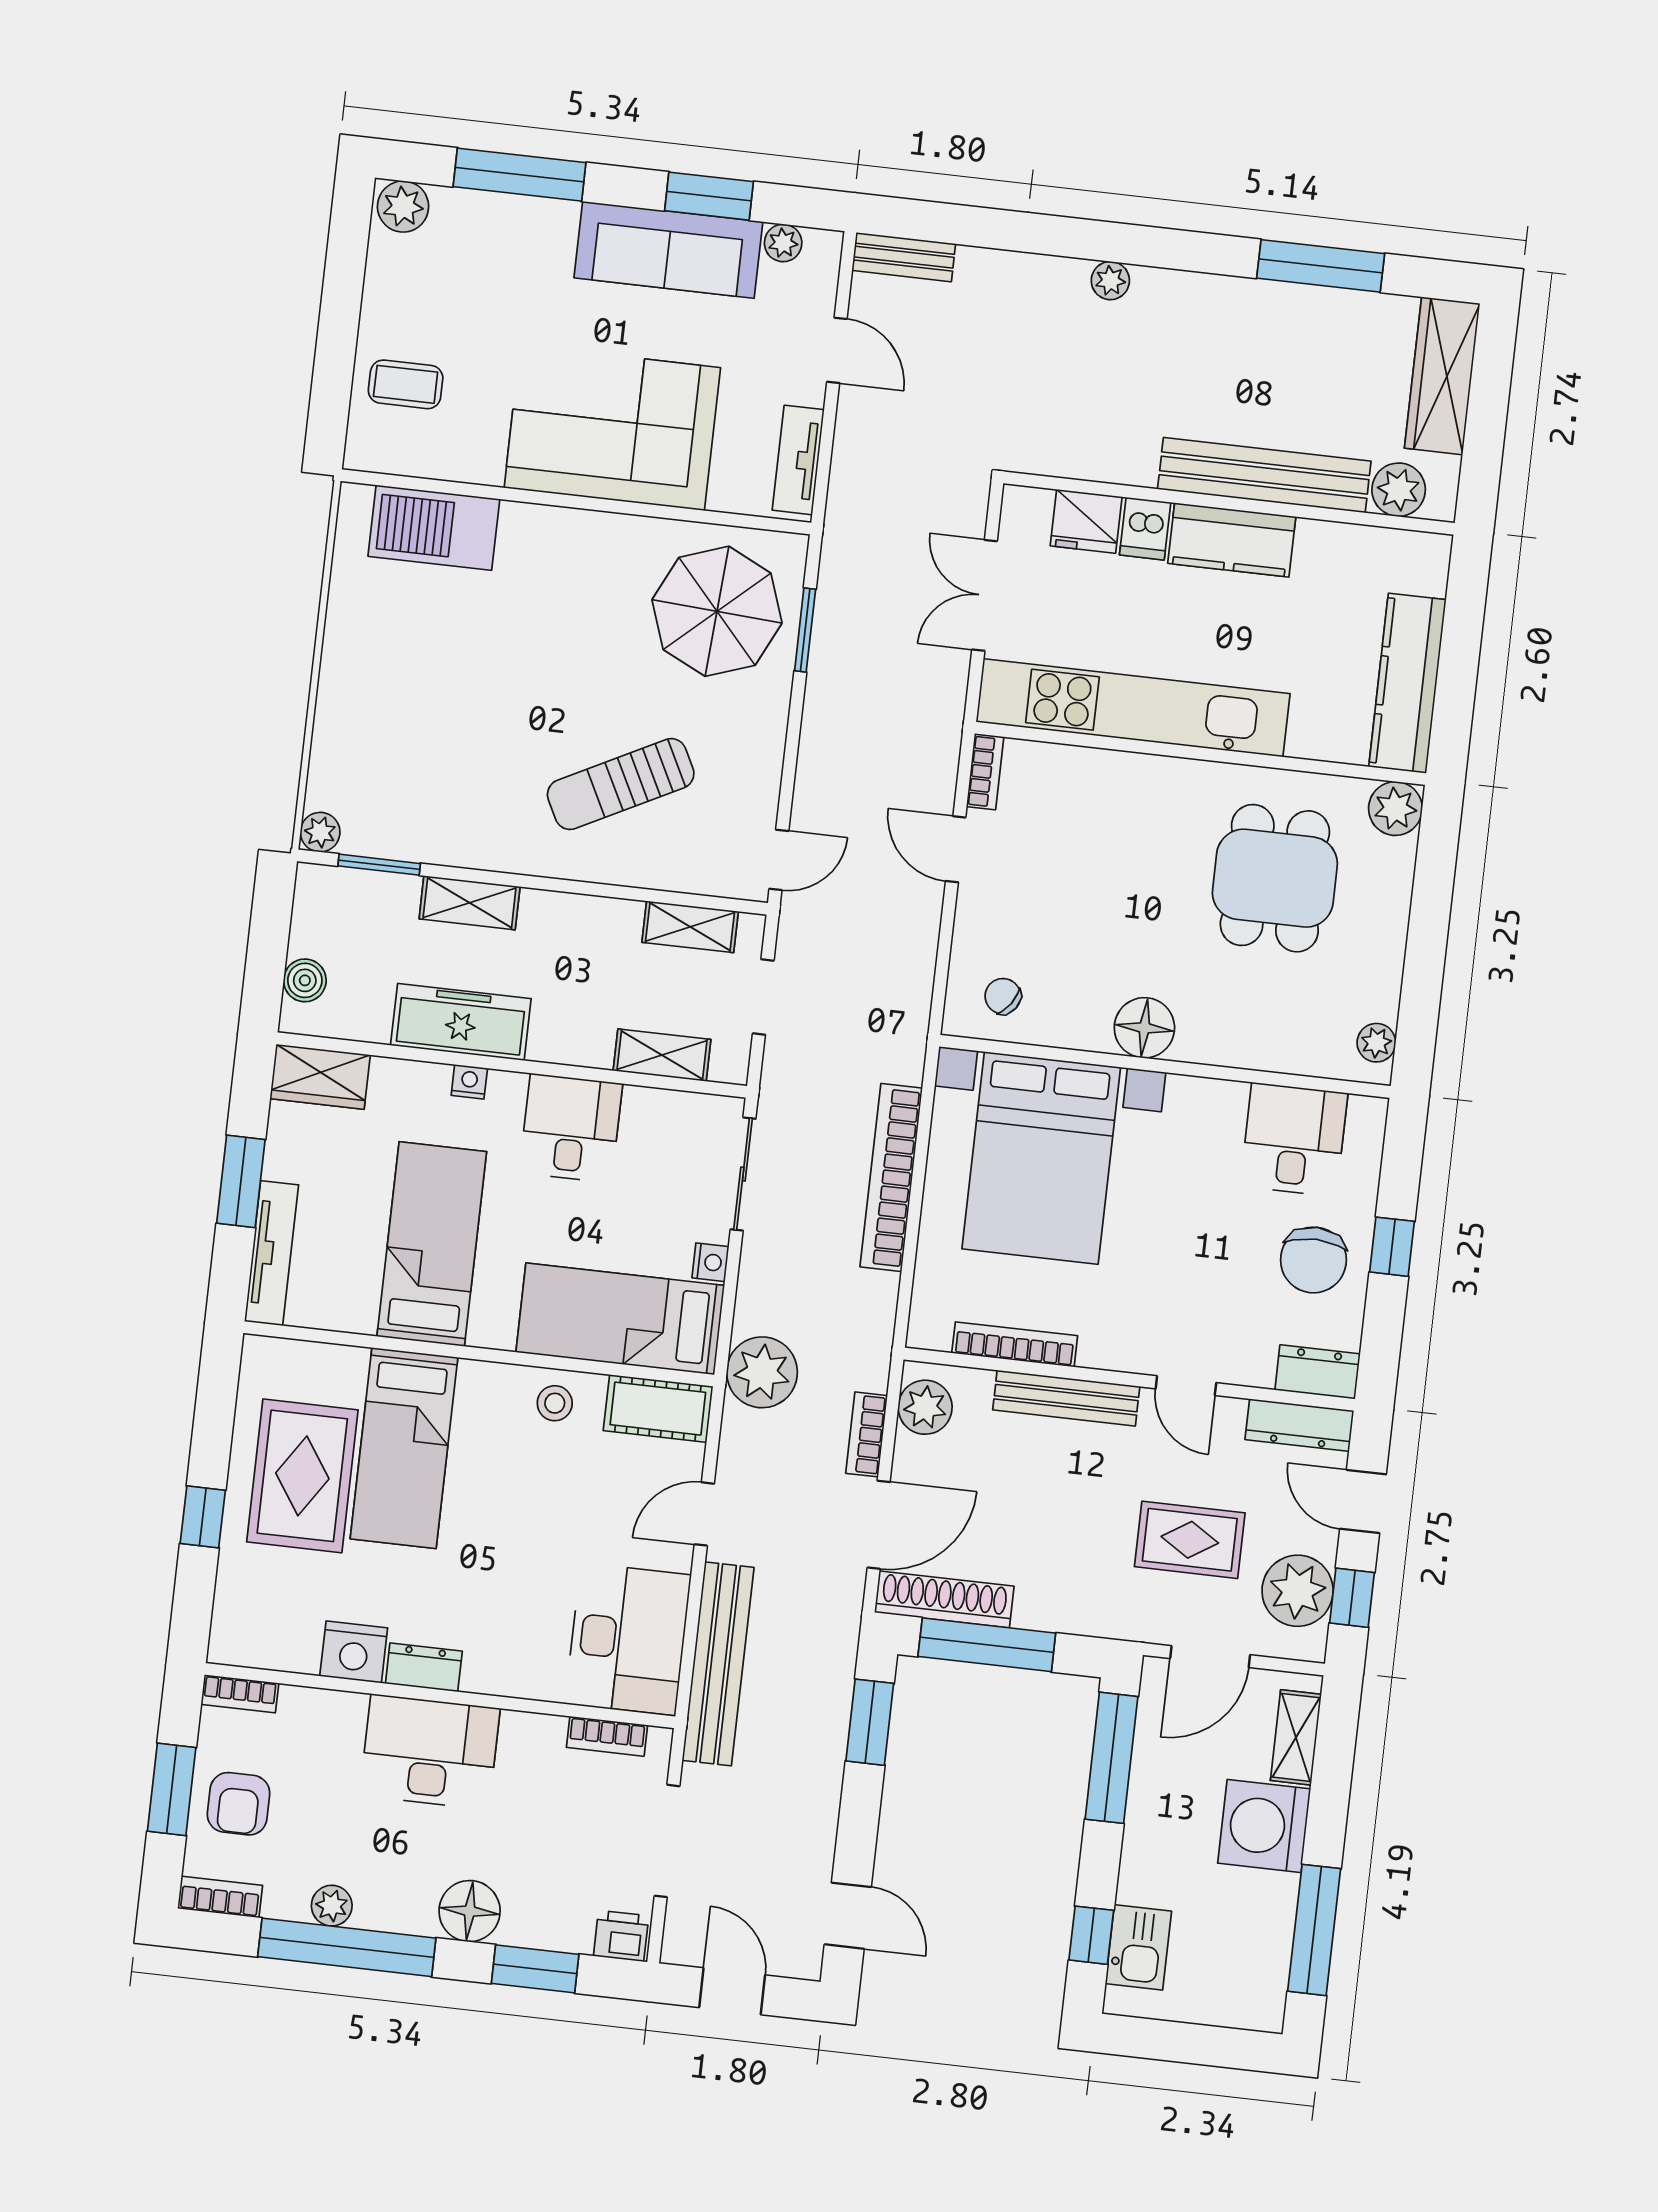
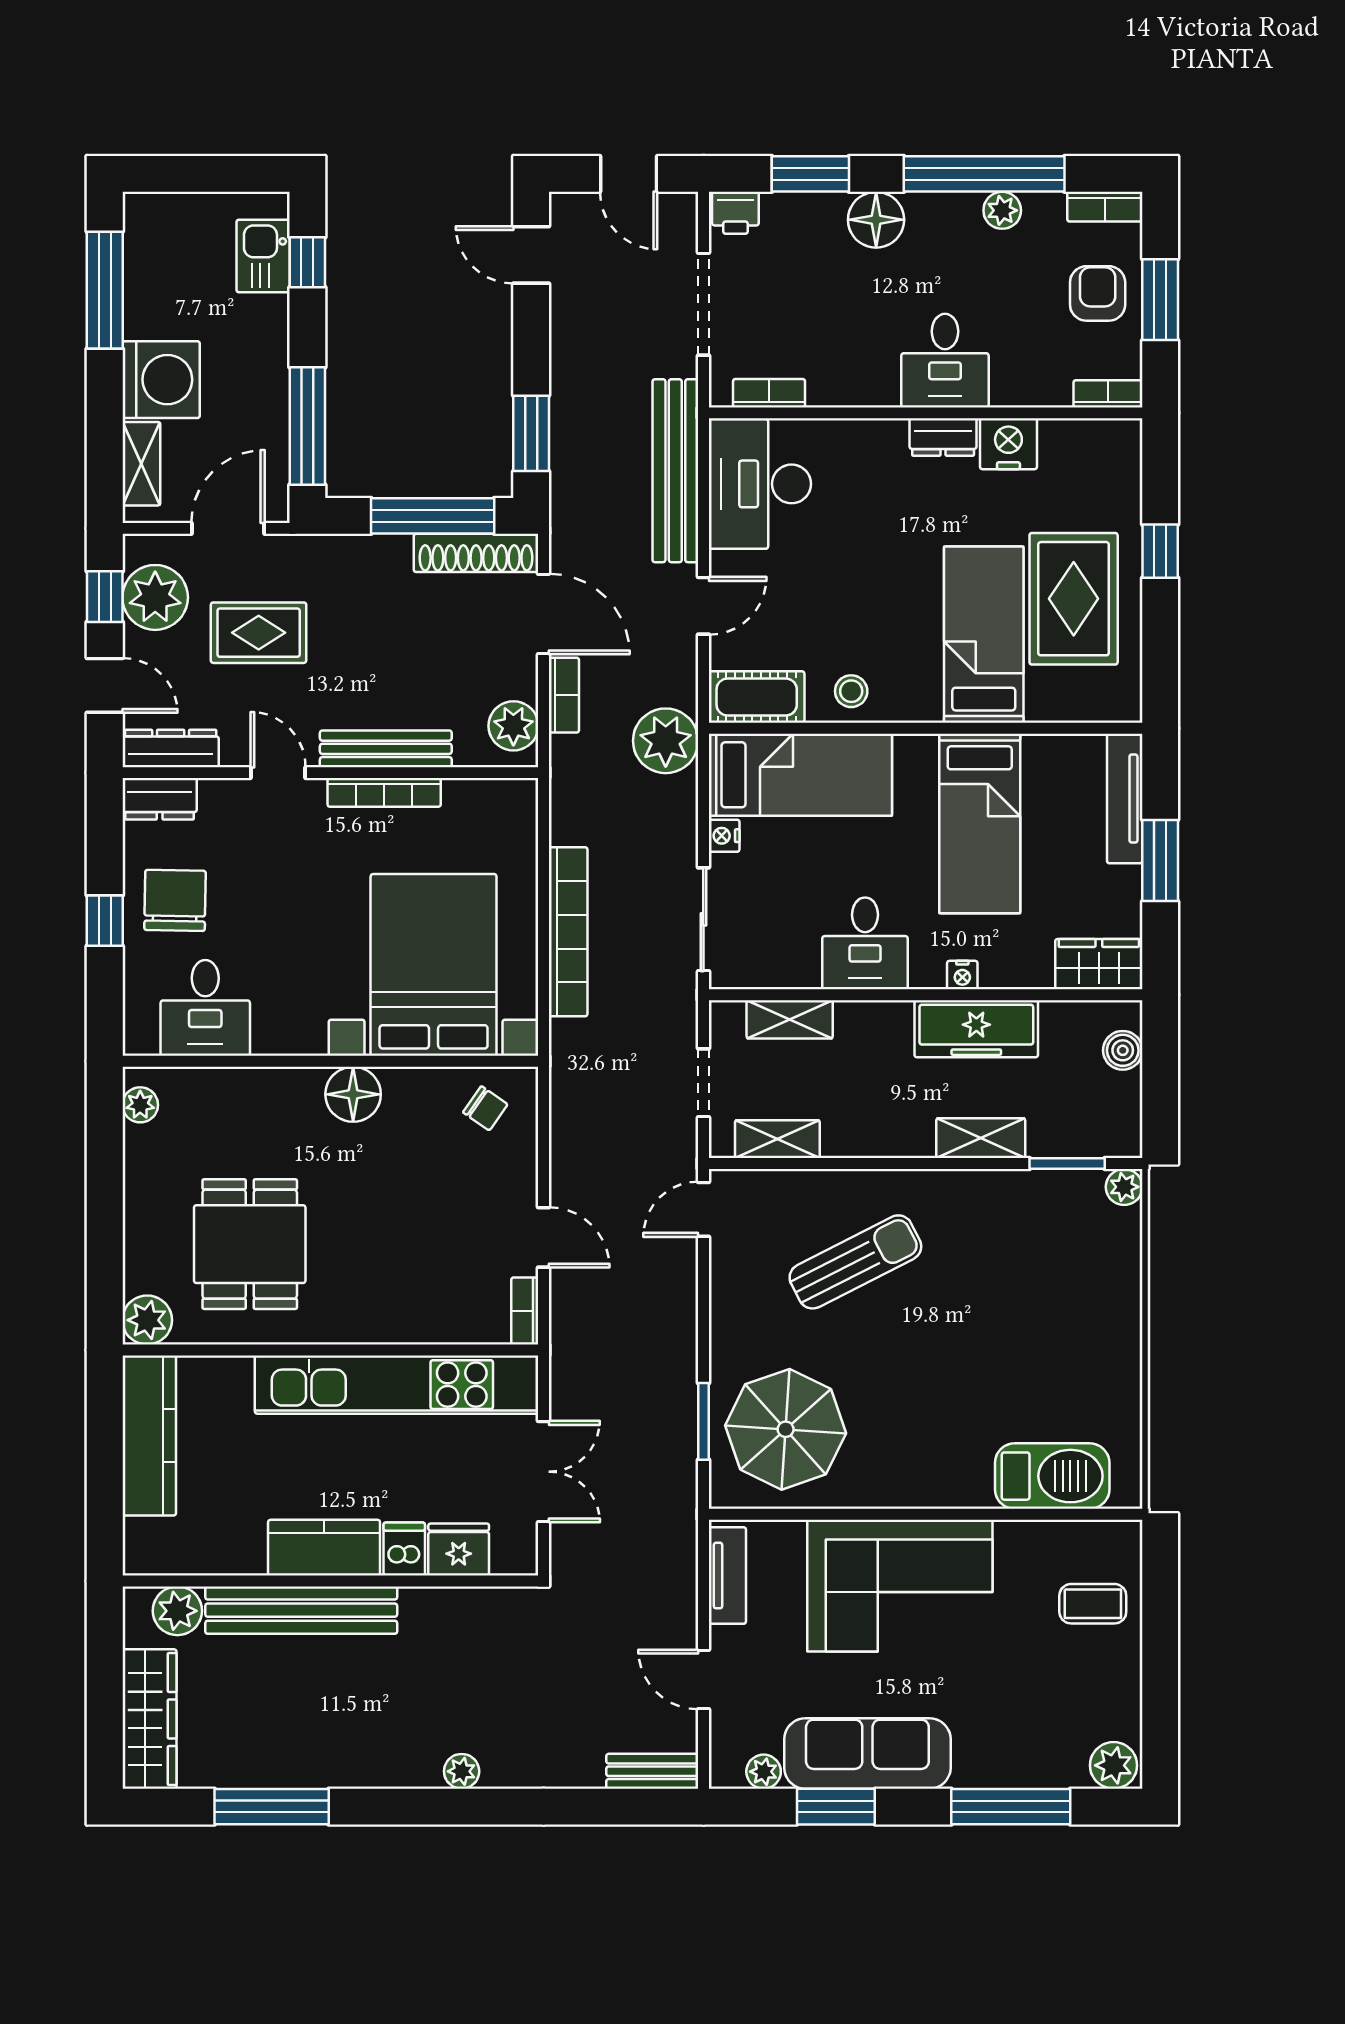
bookcase: (1015, 1344) -> (384, 792), moved
door: (879, 1525) -> (544, 614), swing flipped
desk: (430, 1752) -> (945, 361), width x0.73

